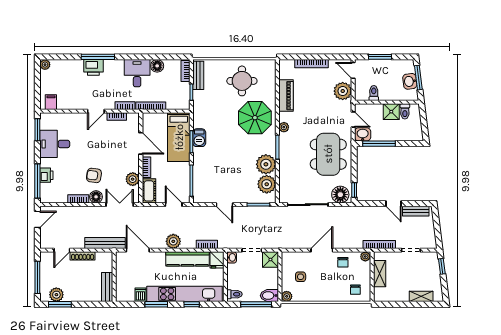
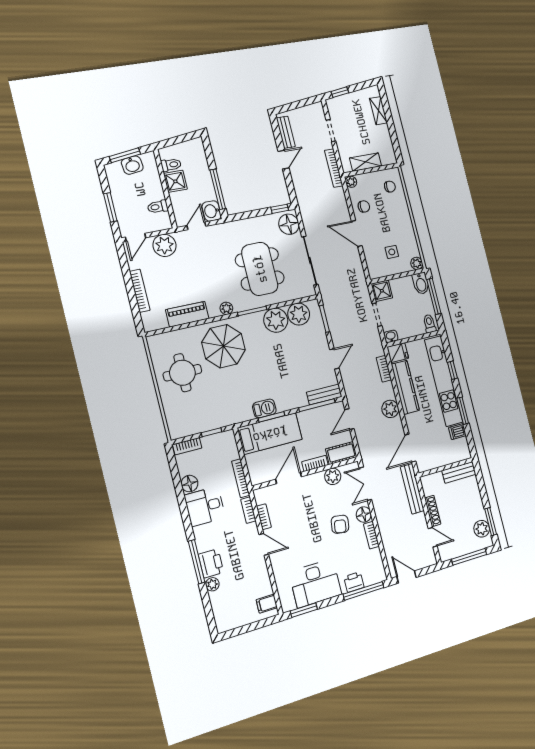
plant: (45, 65) -> (212, 584), moved
bench: (198, 75) -> (324, 394), moved
desk: (55, 144) -> (315, 583), width x1.37
dining table: (328, 154) -> (260, 269), moved, turned 90

